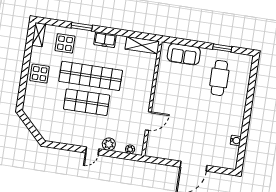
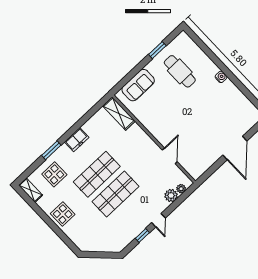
shelving: (142, 45) -> (119, 113), moved, turned 90
shop shelf: (91, 76) -> (97, 174), width x0.71
water cooler: (236, 140) -> (221, 77), moved
plant: (109, 144) -> (171, 196), moved
window: (71, 148) -> (142, 235), added

